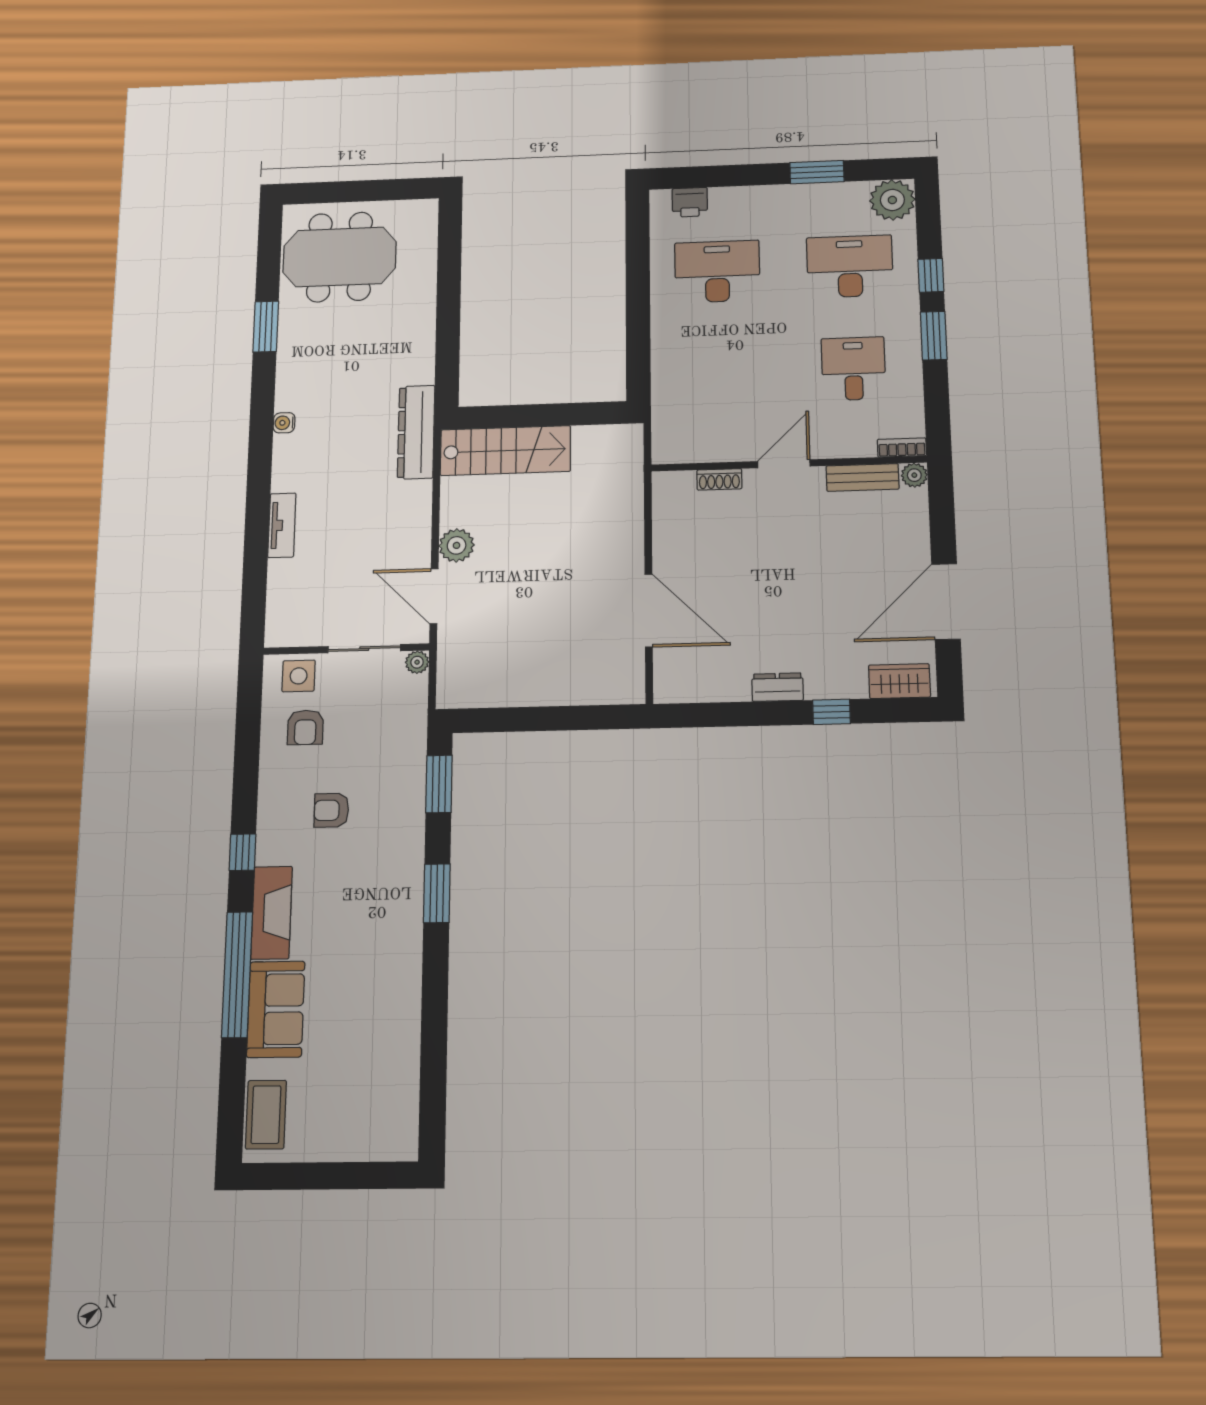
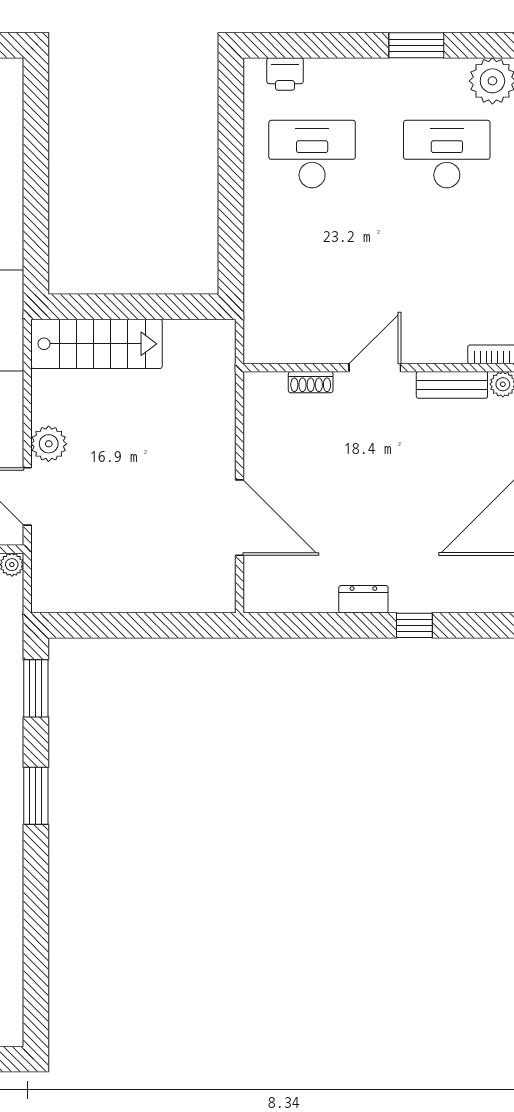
desk: (853, 369) -> (447, 267), removed
wardrobe: (899, 681) -> (480, 596), removed

